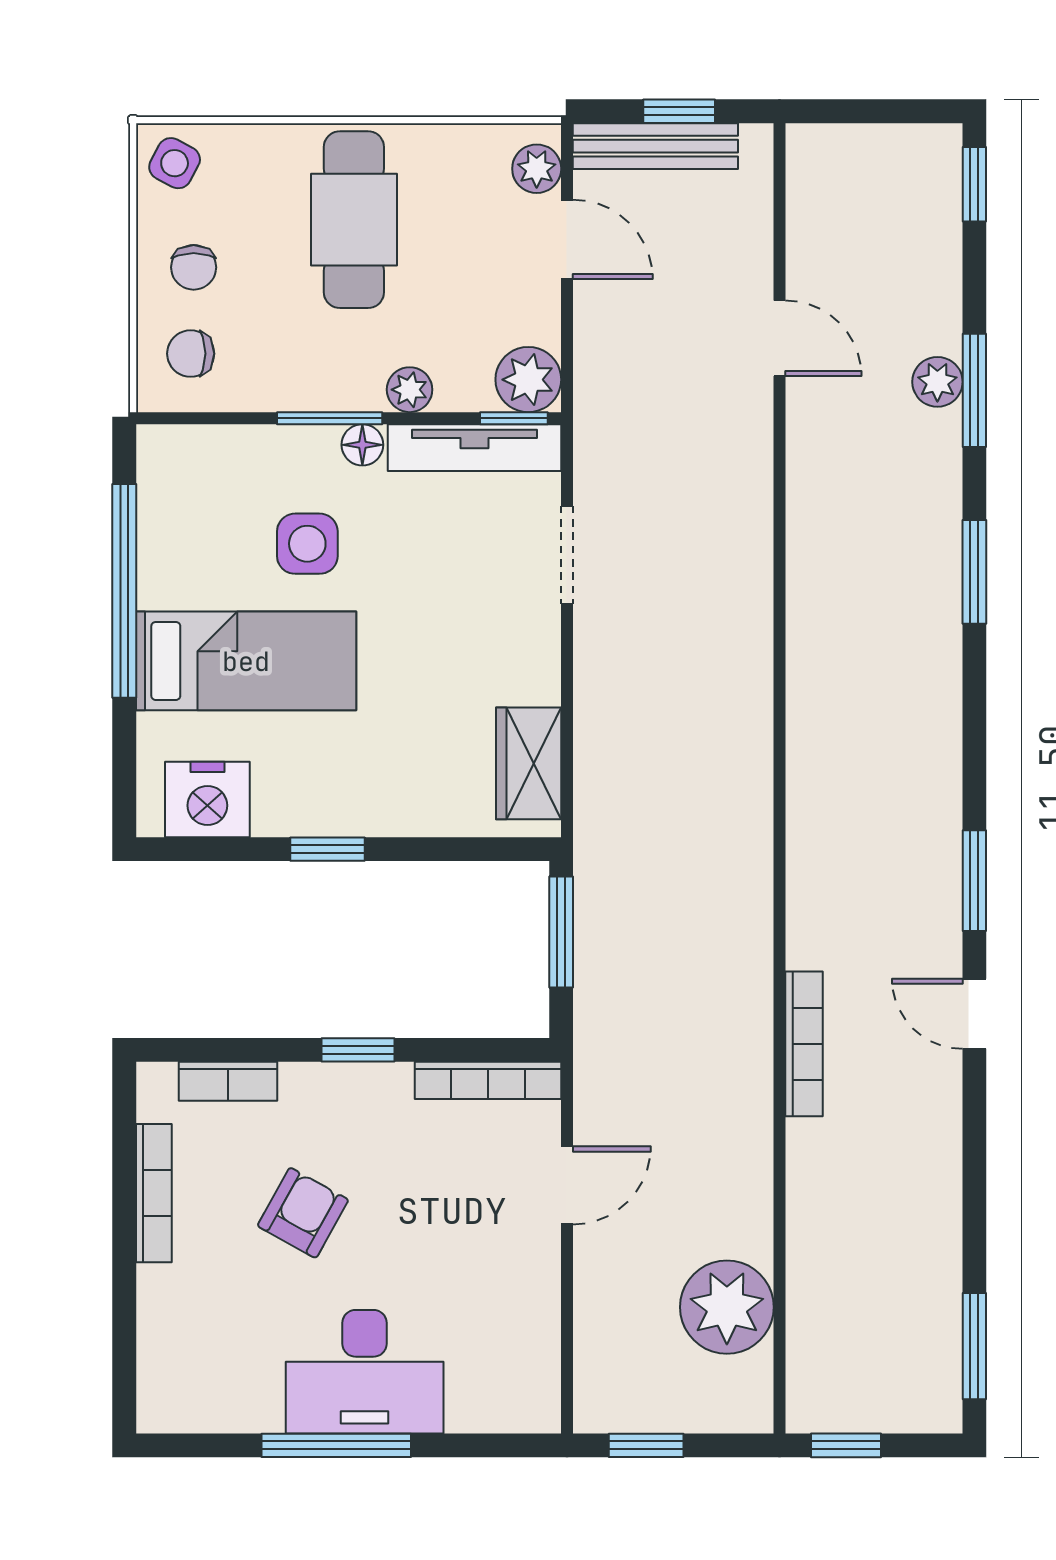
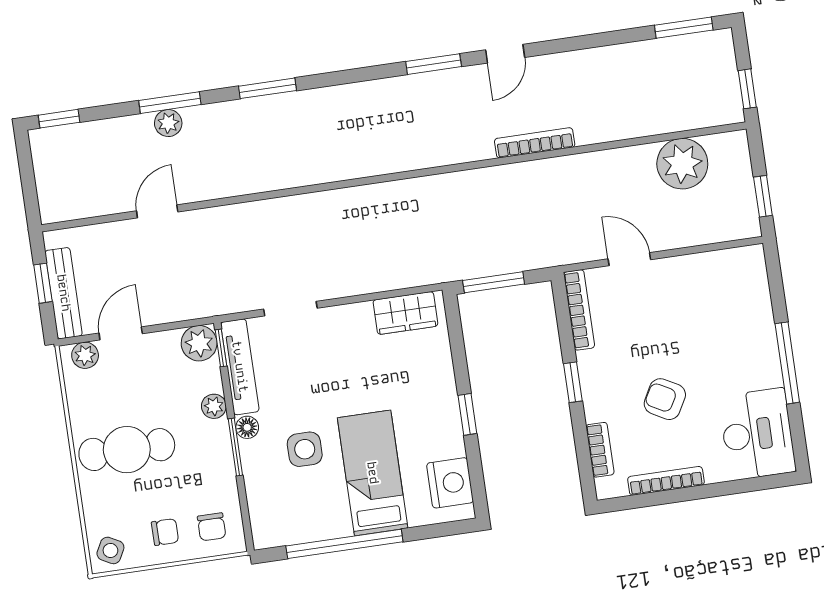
desk: (365, 1372) -> (757, 434), moved

